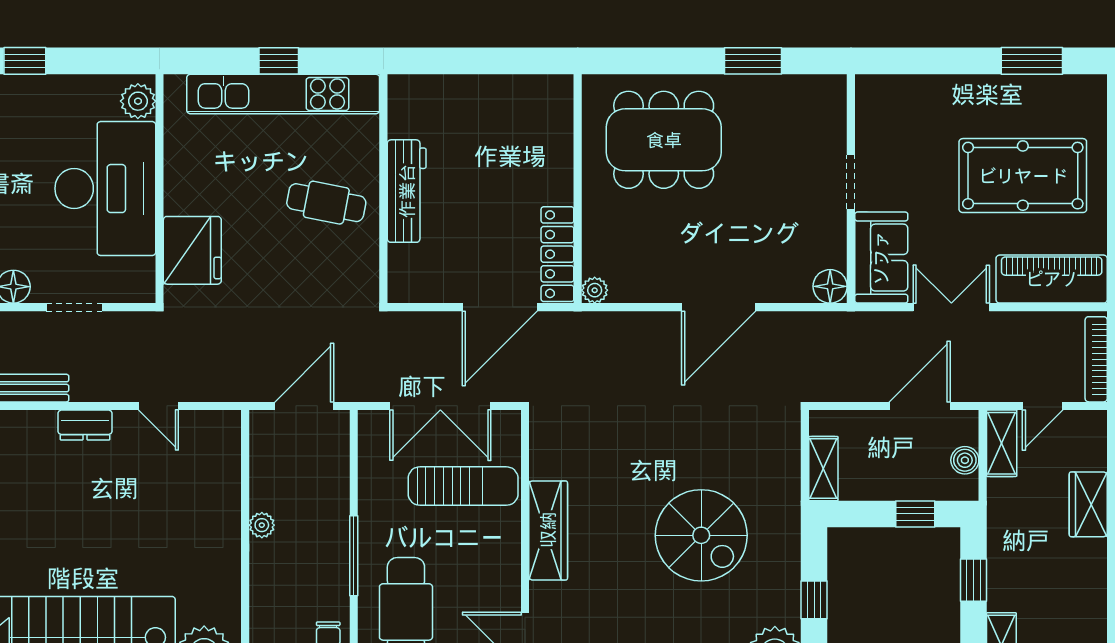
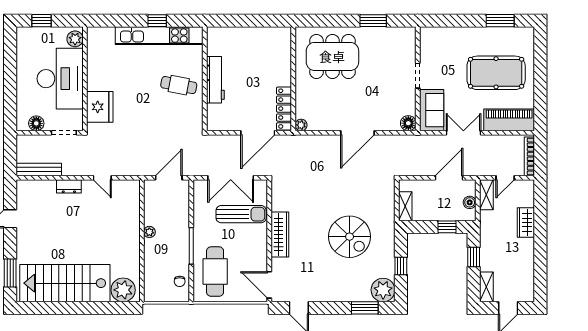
plant: (138, 101) -> (75, 39), moved
desk: (105, 189) -> (60, 79), moved
wall: (160, 189) -> (85, 79), moved
fridge: (192, 250) -> (100, 107), moved

